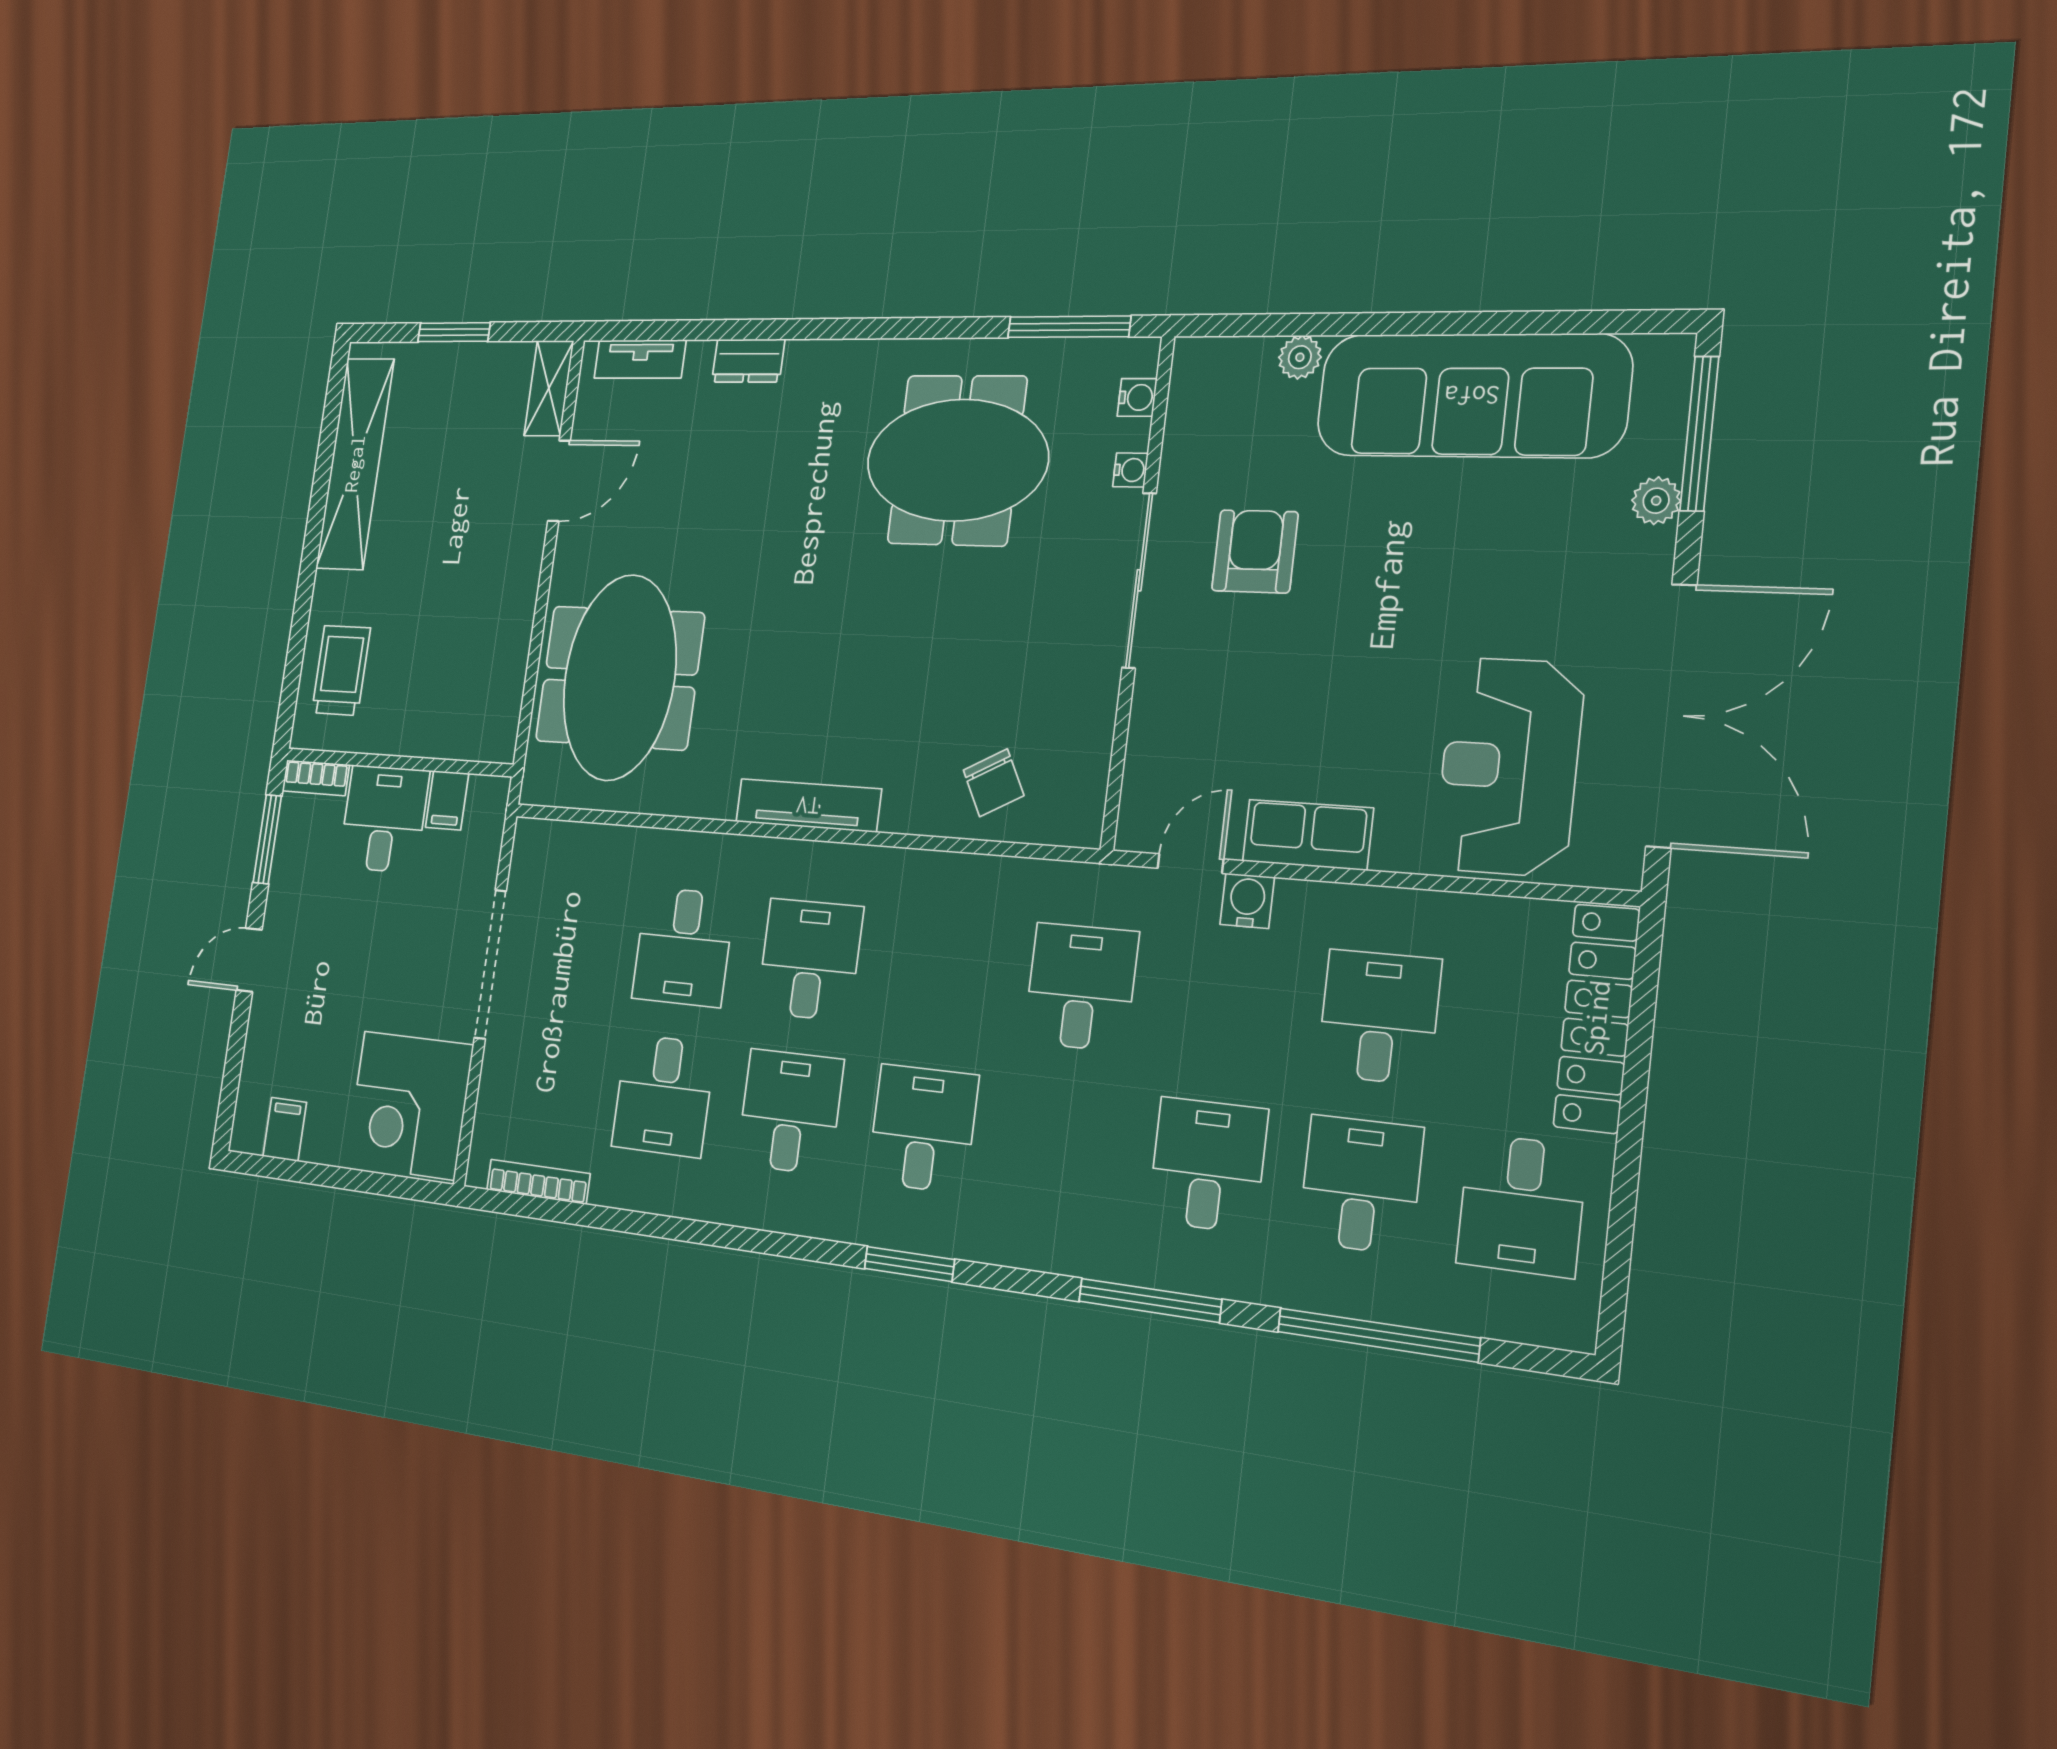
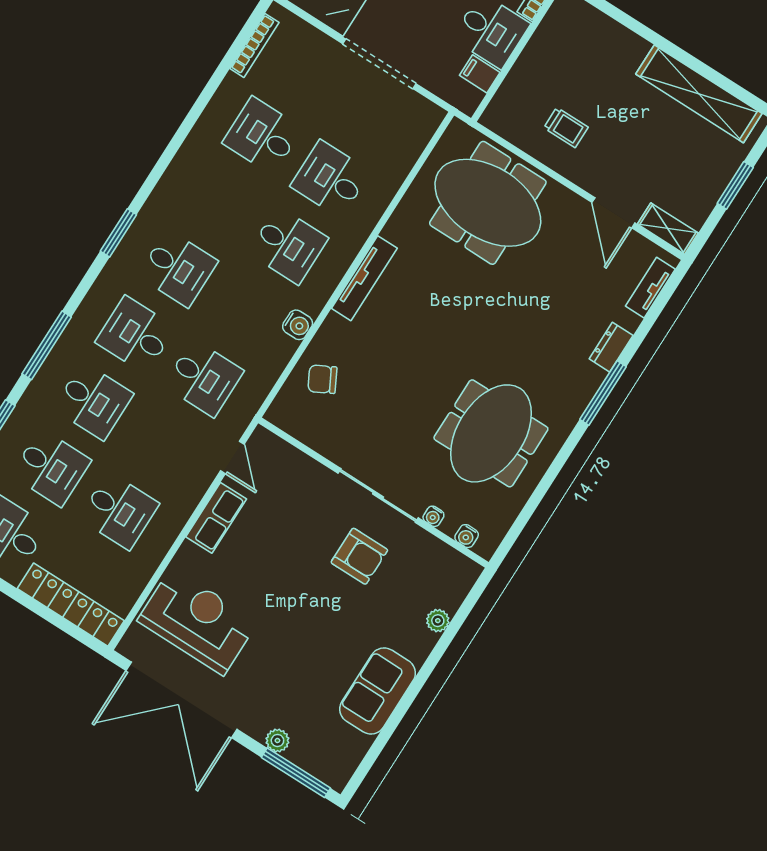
window: (1069, 327) -> (603, 393), moved
sofa: (1472, 395) -> (378, 691), width x0.54, depth x0.79
trolley: (341, 670) -> (566, 127), moved, width x0.73, depth x0.72
water cooler: (1247, 901) -> (298, 325), moved
desk: (790, 1112) -> (135, 335), moved, turned 180

